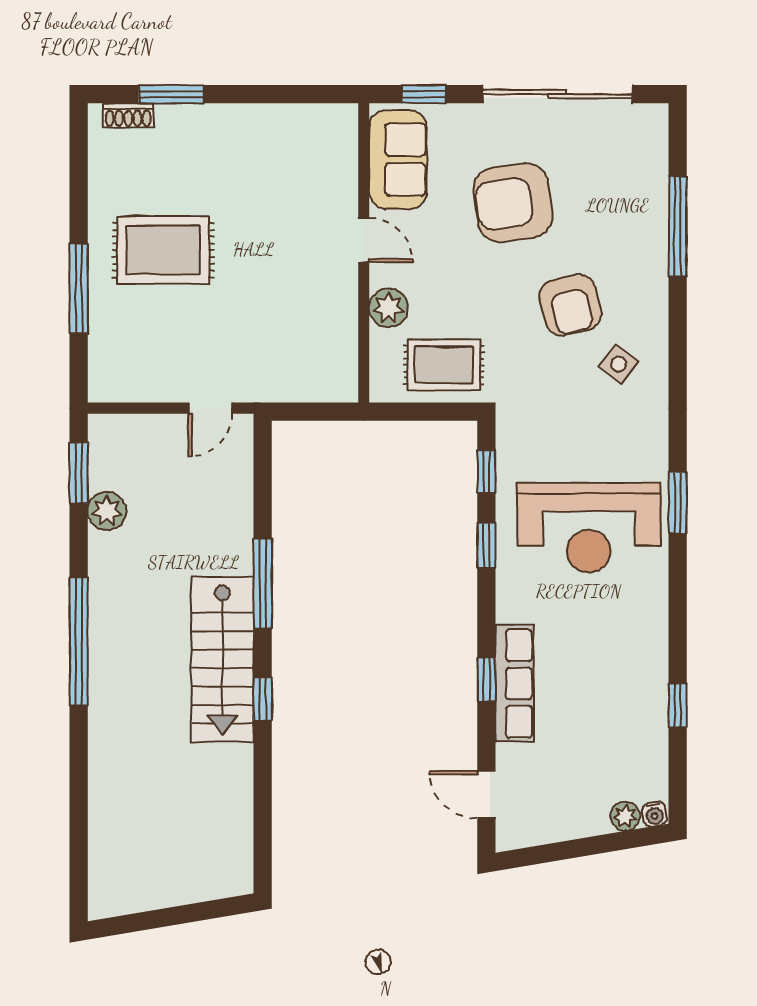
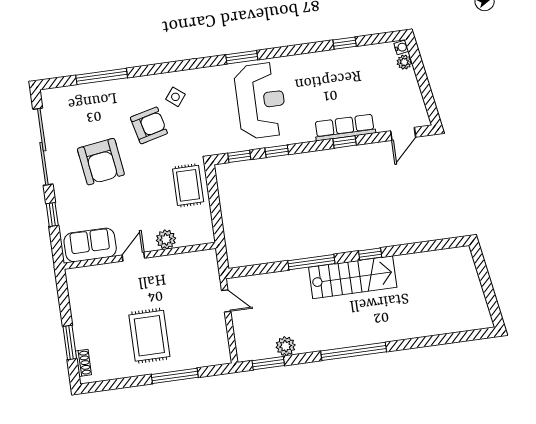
sofa: (398, 160) -> (90, 245), moved
door: (364, 240) -> (133, 257), moved
wall: (364, 253) -> (140, 256), moved
plant: (389, 308) -> (166, 239), moved

